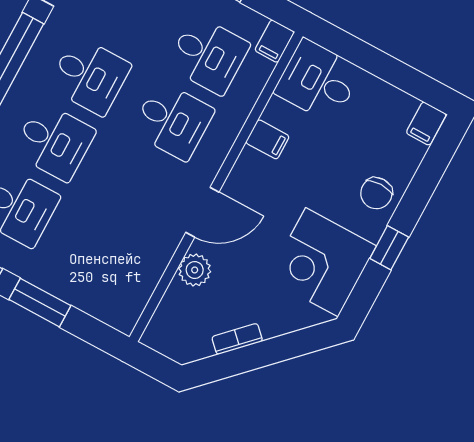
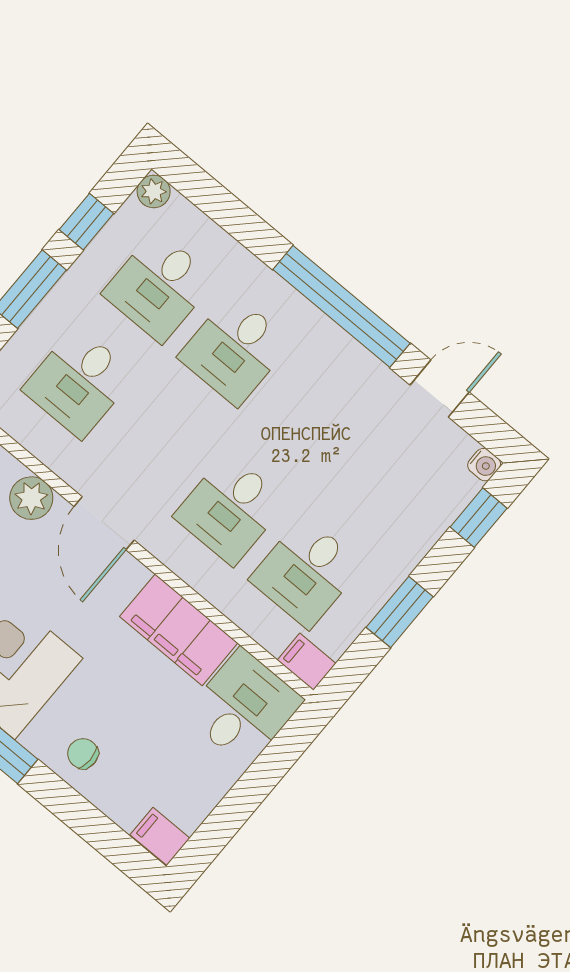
desk: (90, 76) -> (79, 382), moved
filing cabinet: (267, 139) -> (179, 630), width x3.00, depth x1.17
chair: (376, 193) -> (83, 754), width x0.73, depth x0.73

